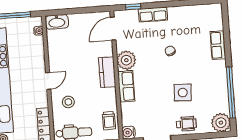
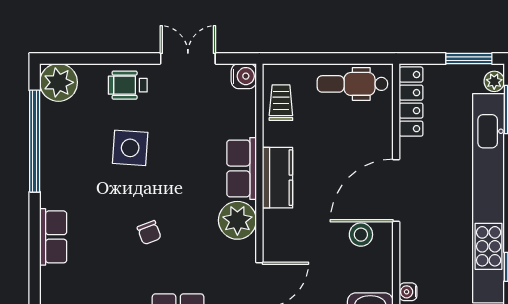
kitchen counter: (107, 72) -> (278, 178), moved
door: (48, 81) -> (396, 190), width x1.88
stool: (68, 102) -> (361, 235), moved

